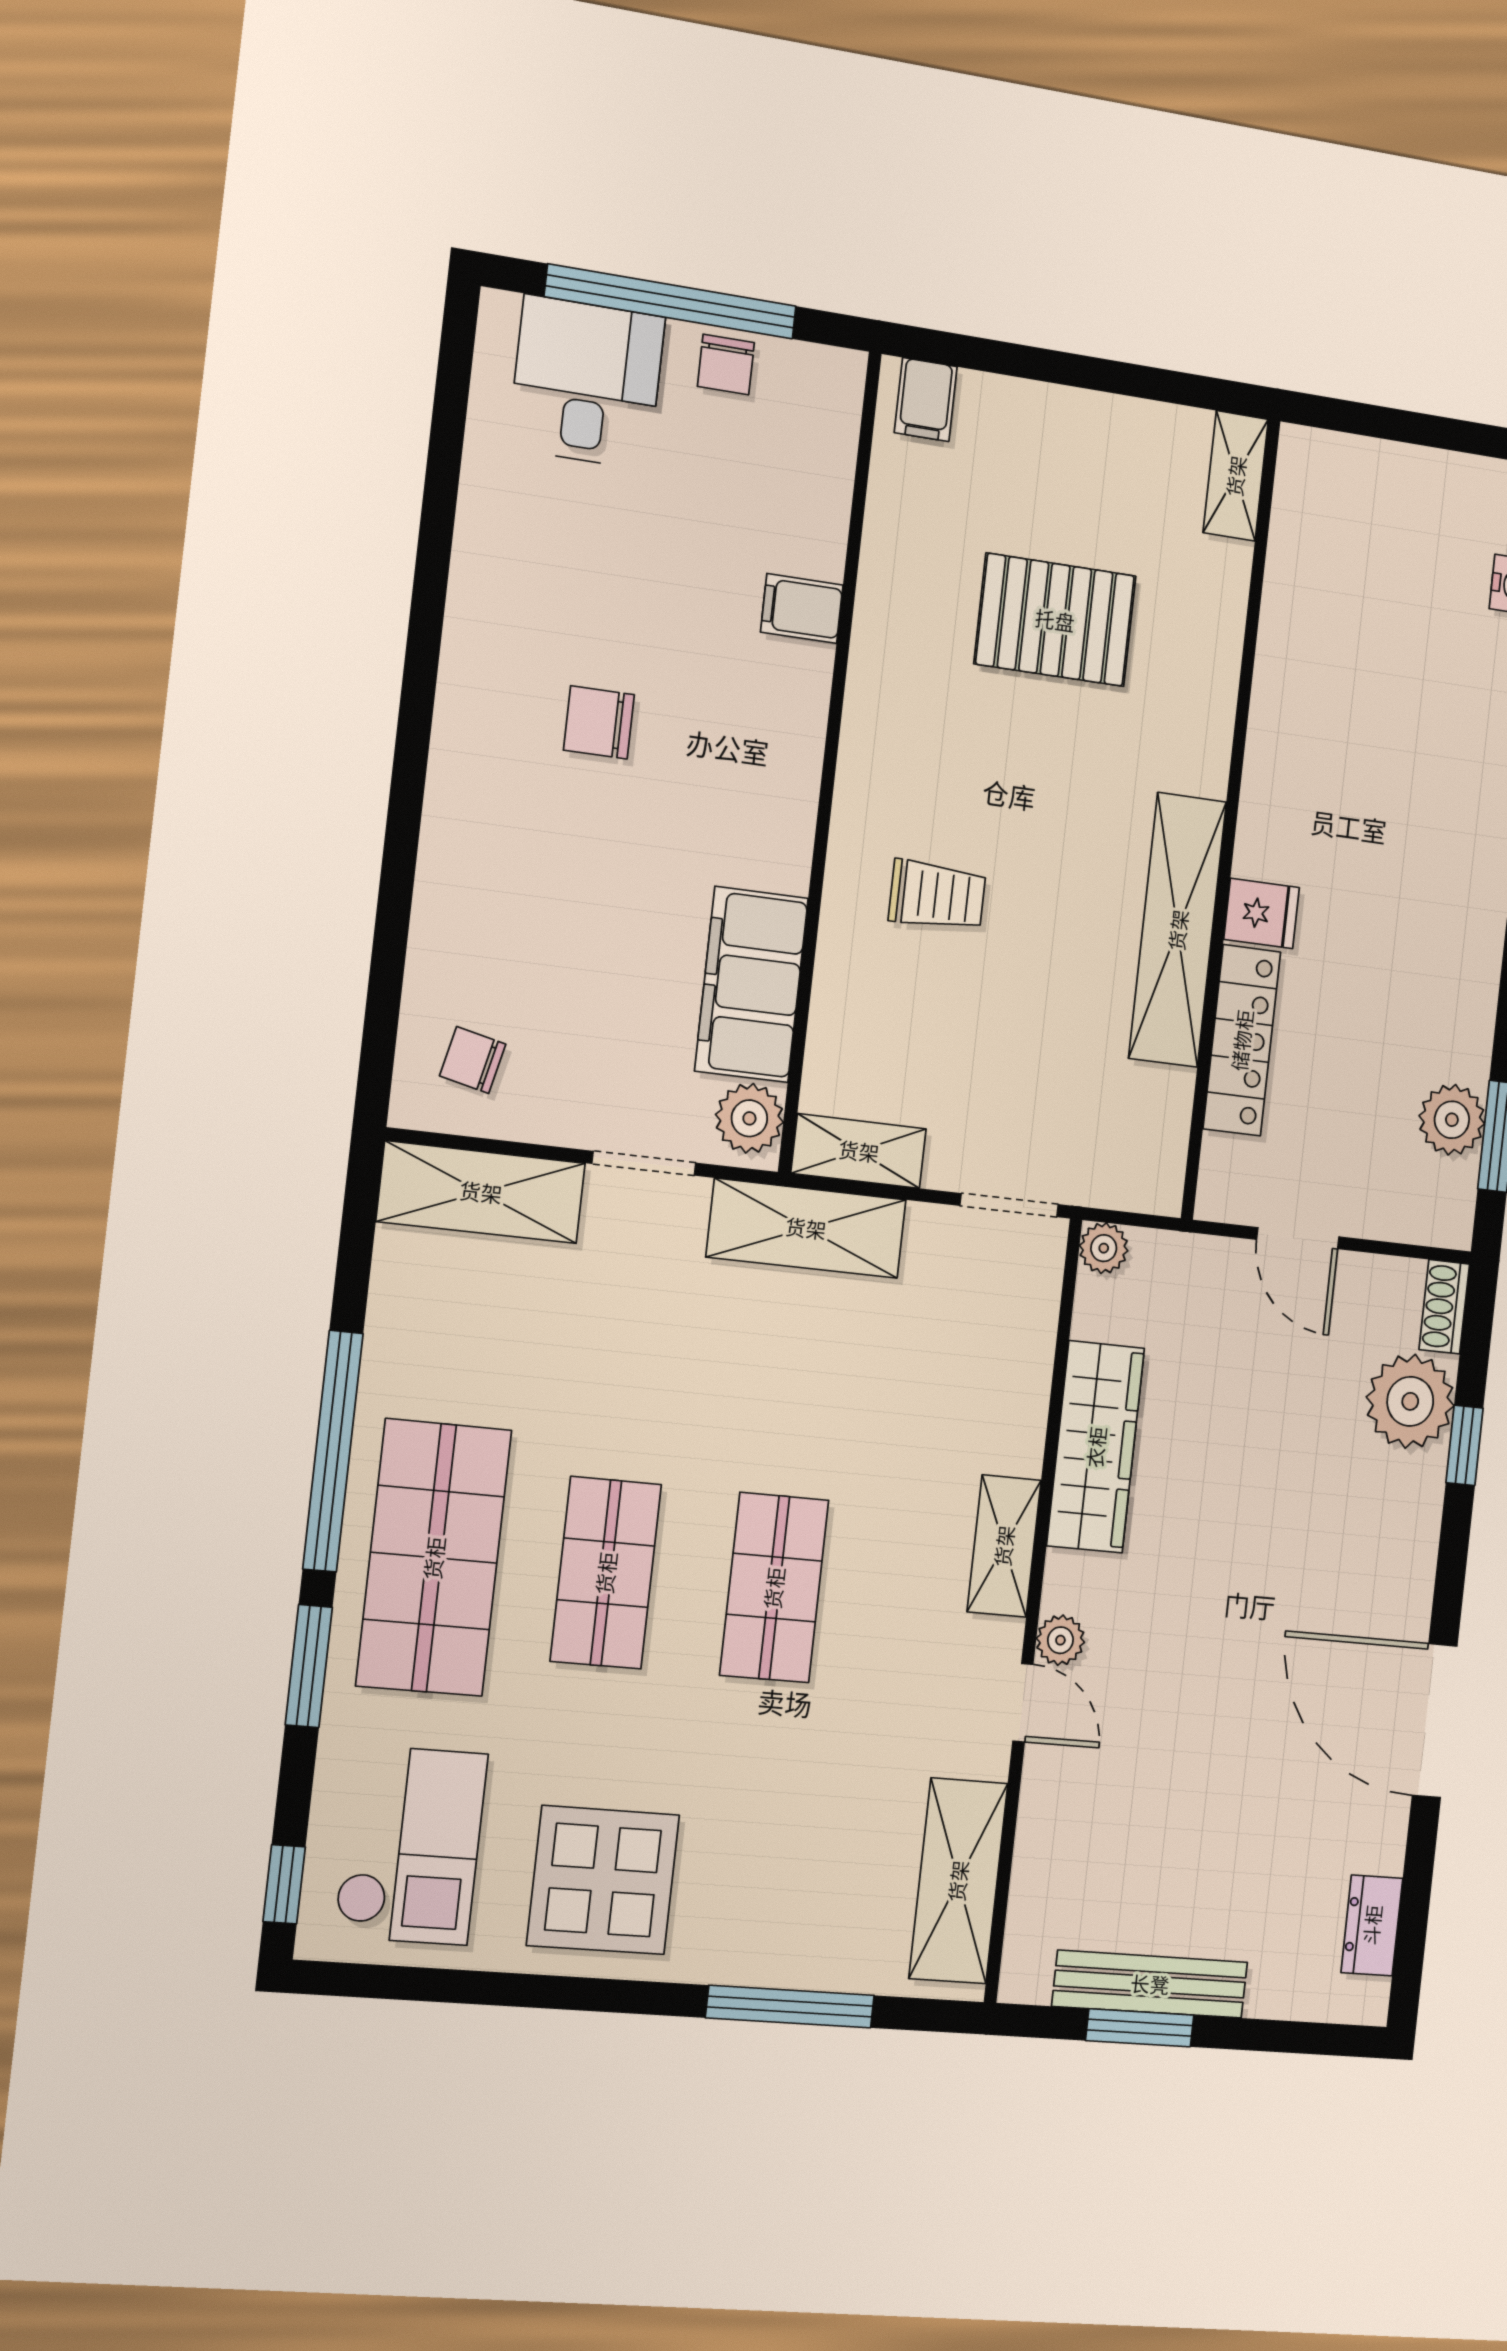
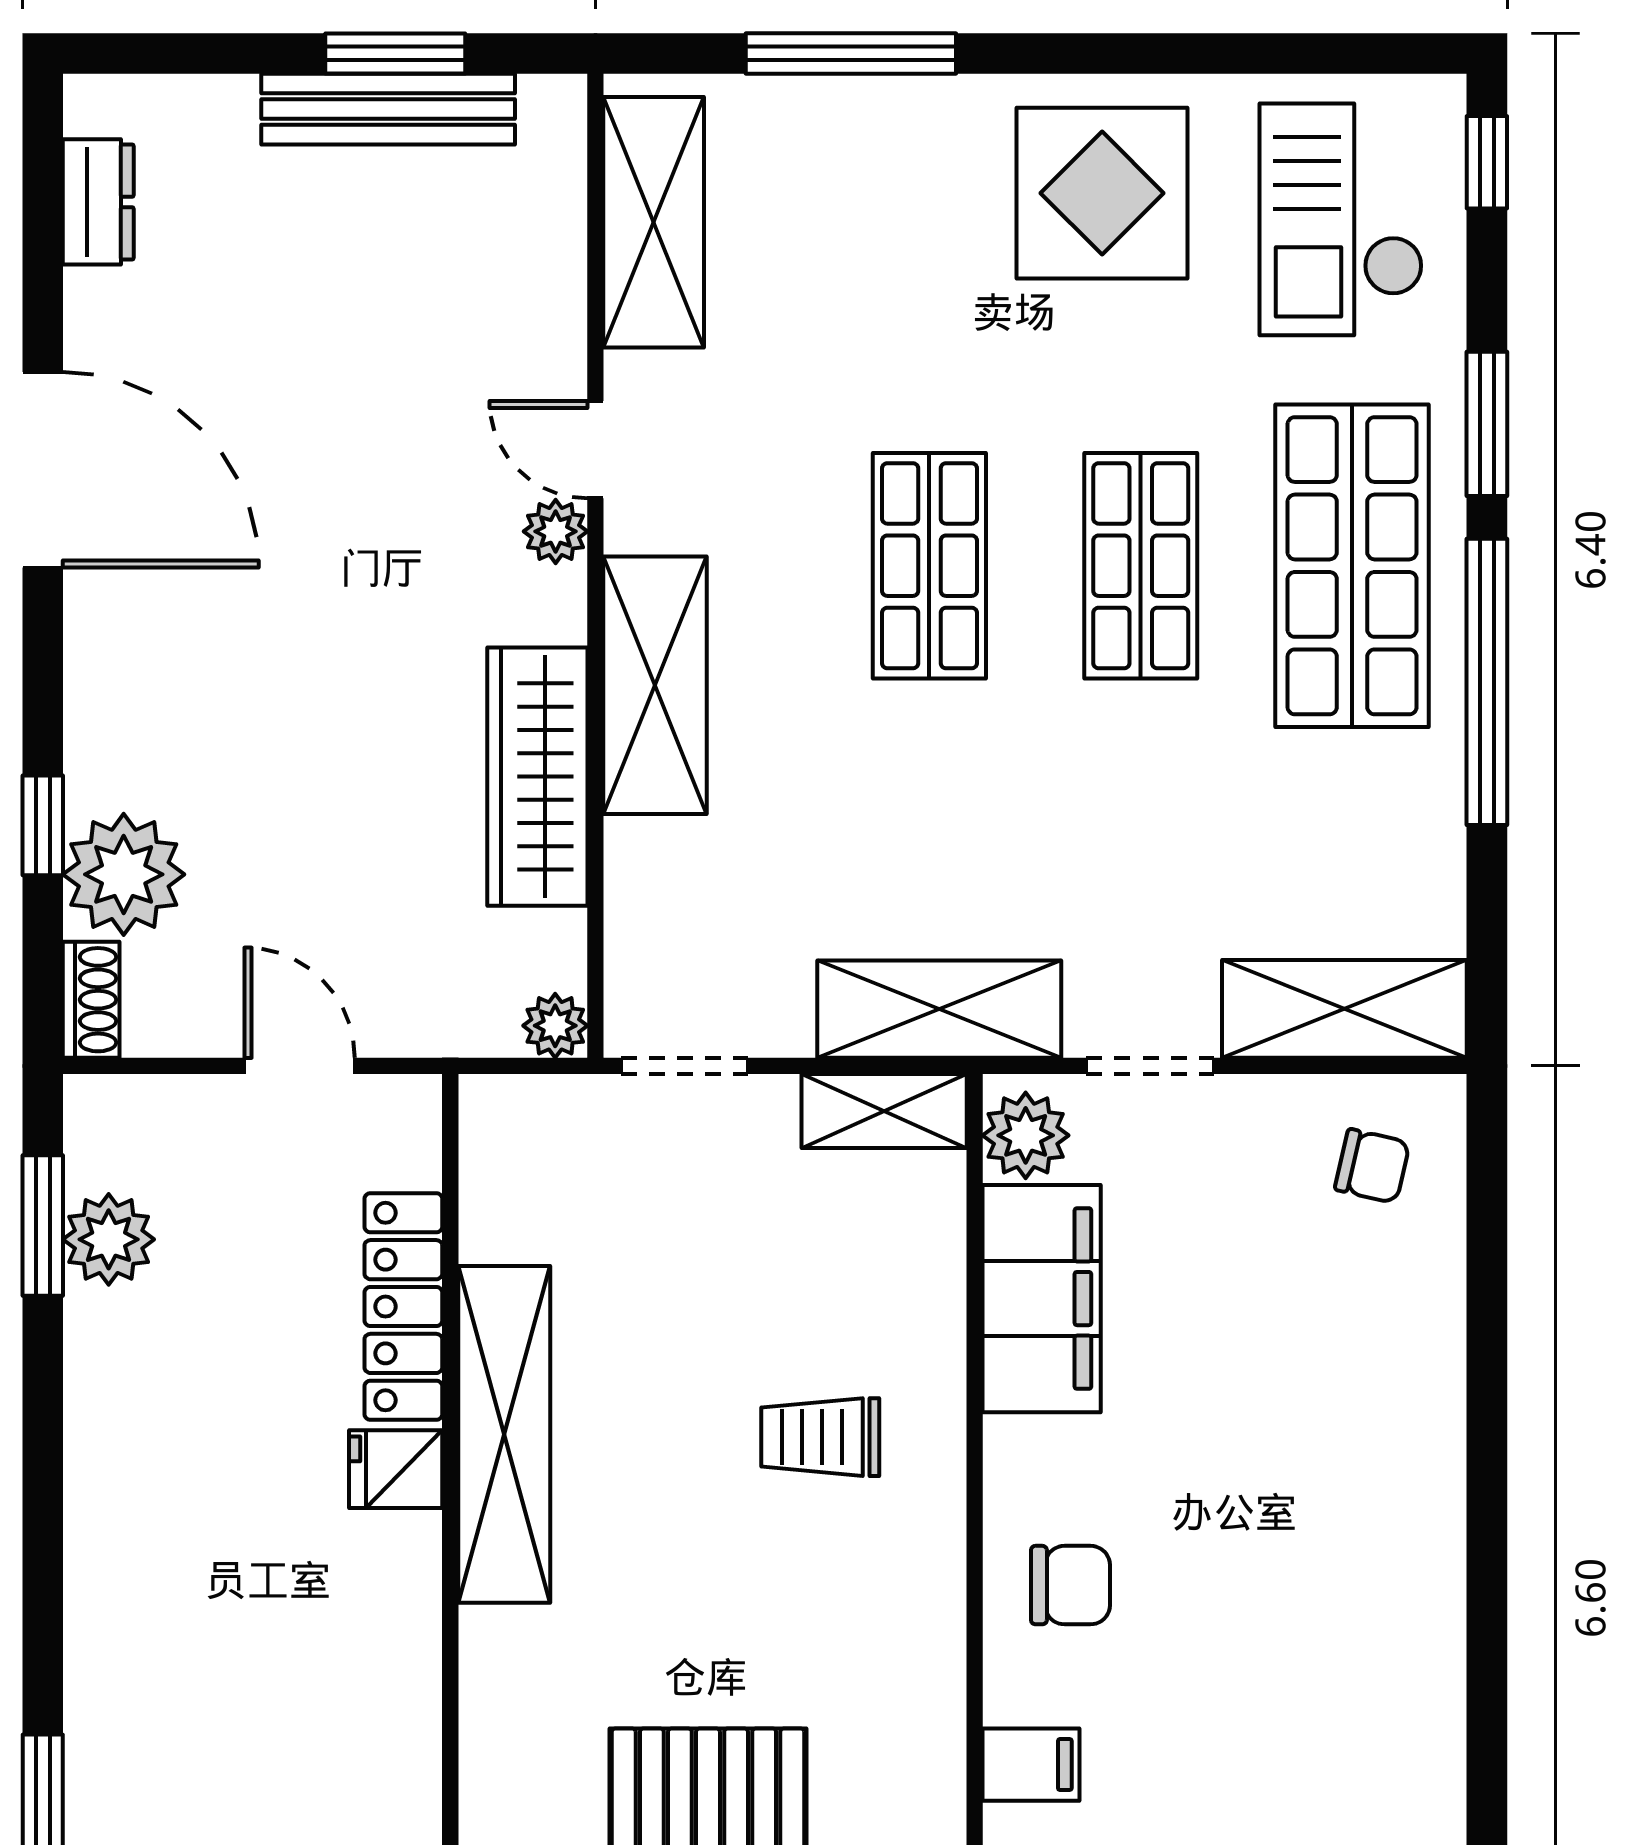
chair: (599, 722) -> (1070, 1585), moved
shelving: (1004, 1546) -> (655, 685), width x1.50, depth x1.33

